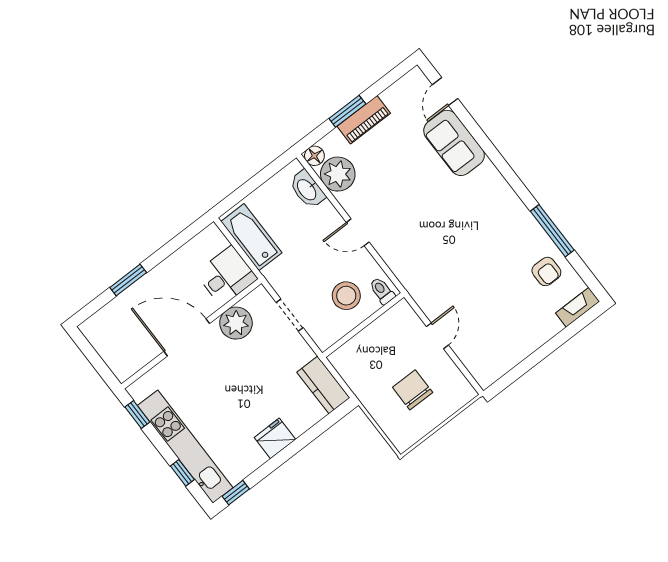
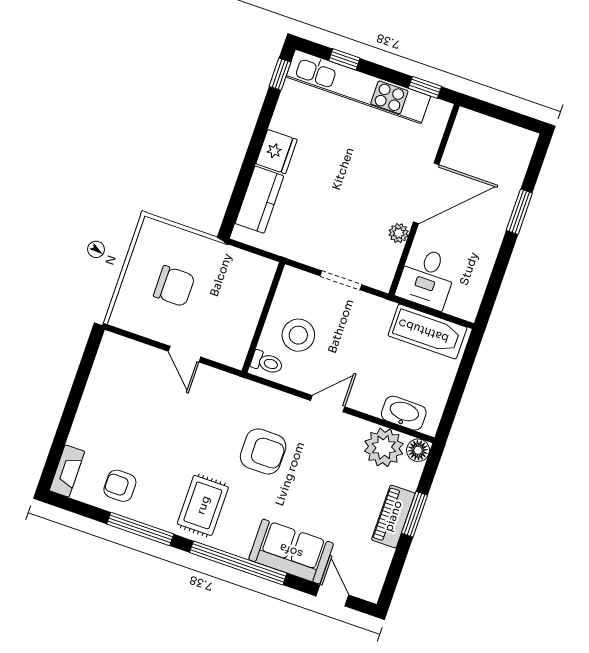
window: (498, 160) -> (238, 563), added
rug: (496, 218) -> (203, 505), added
armchair: (427, 228) -> (263, 451), added
plant: (236, 323) -> (399, 233), width x0.53, depth x0.53
kitchen counter: (323, 385) -> (259, 200), moved, turned 90

